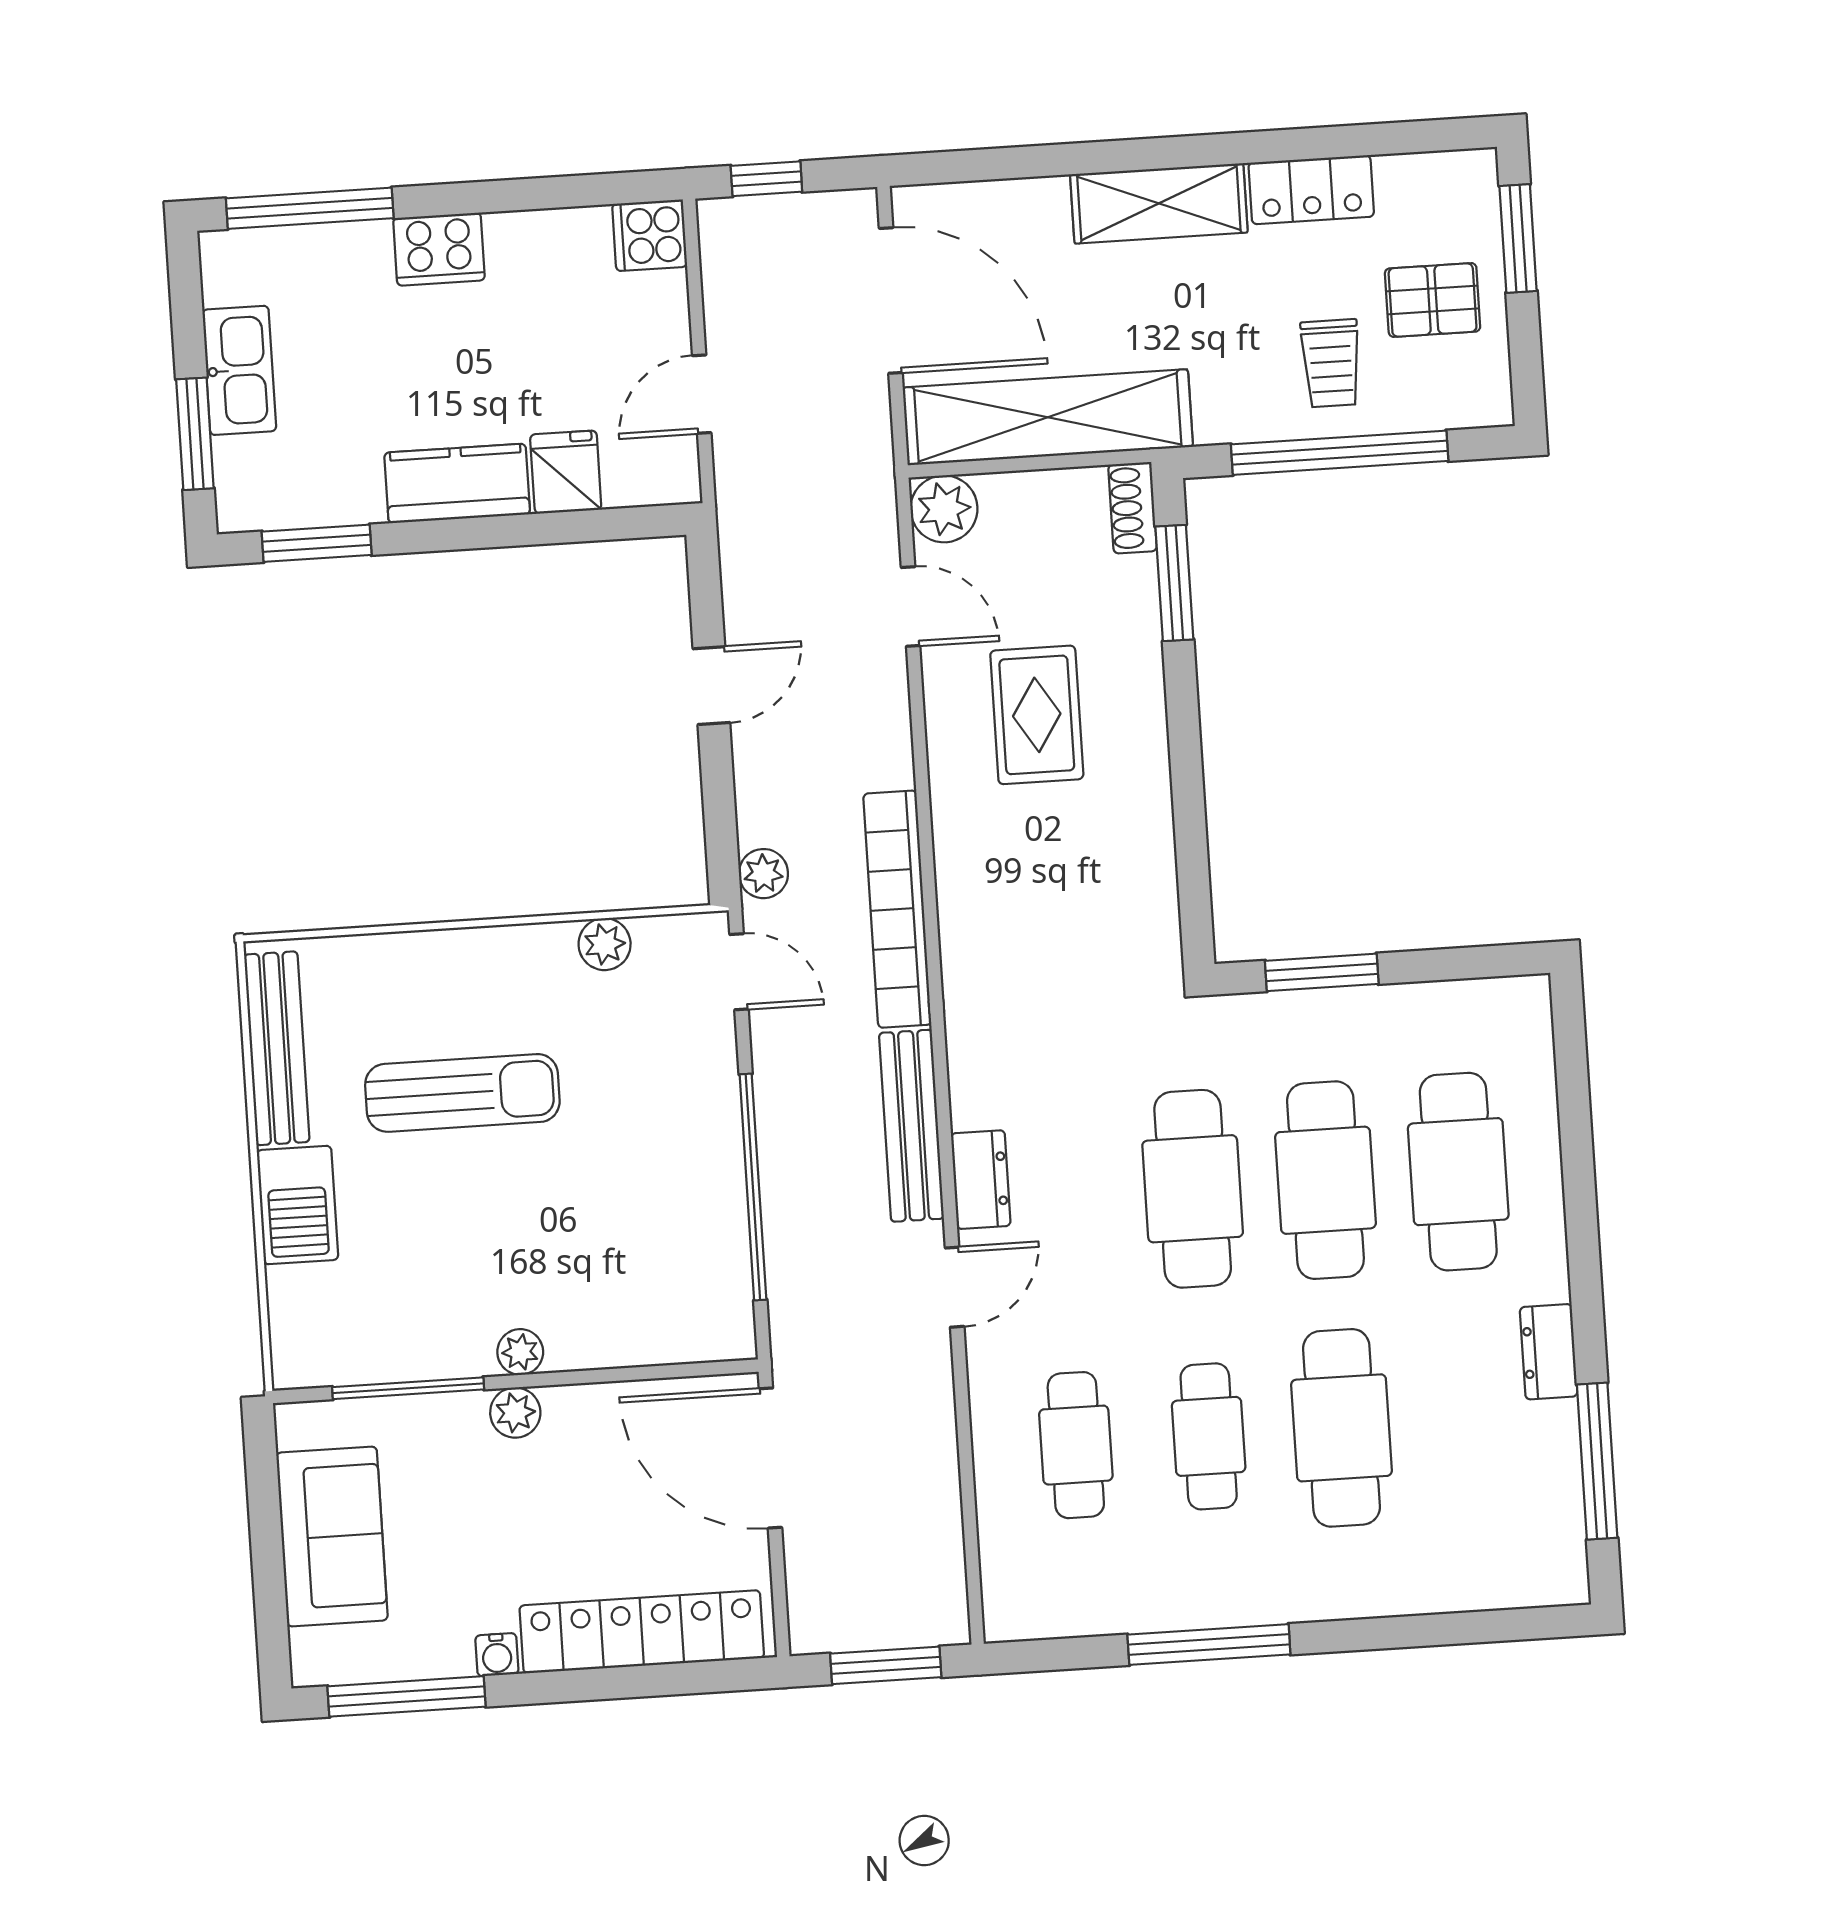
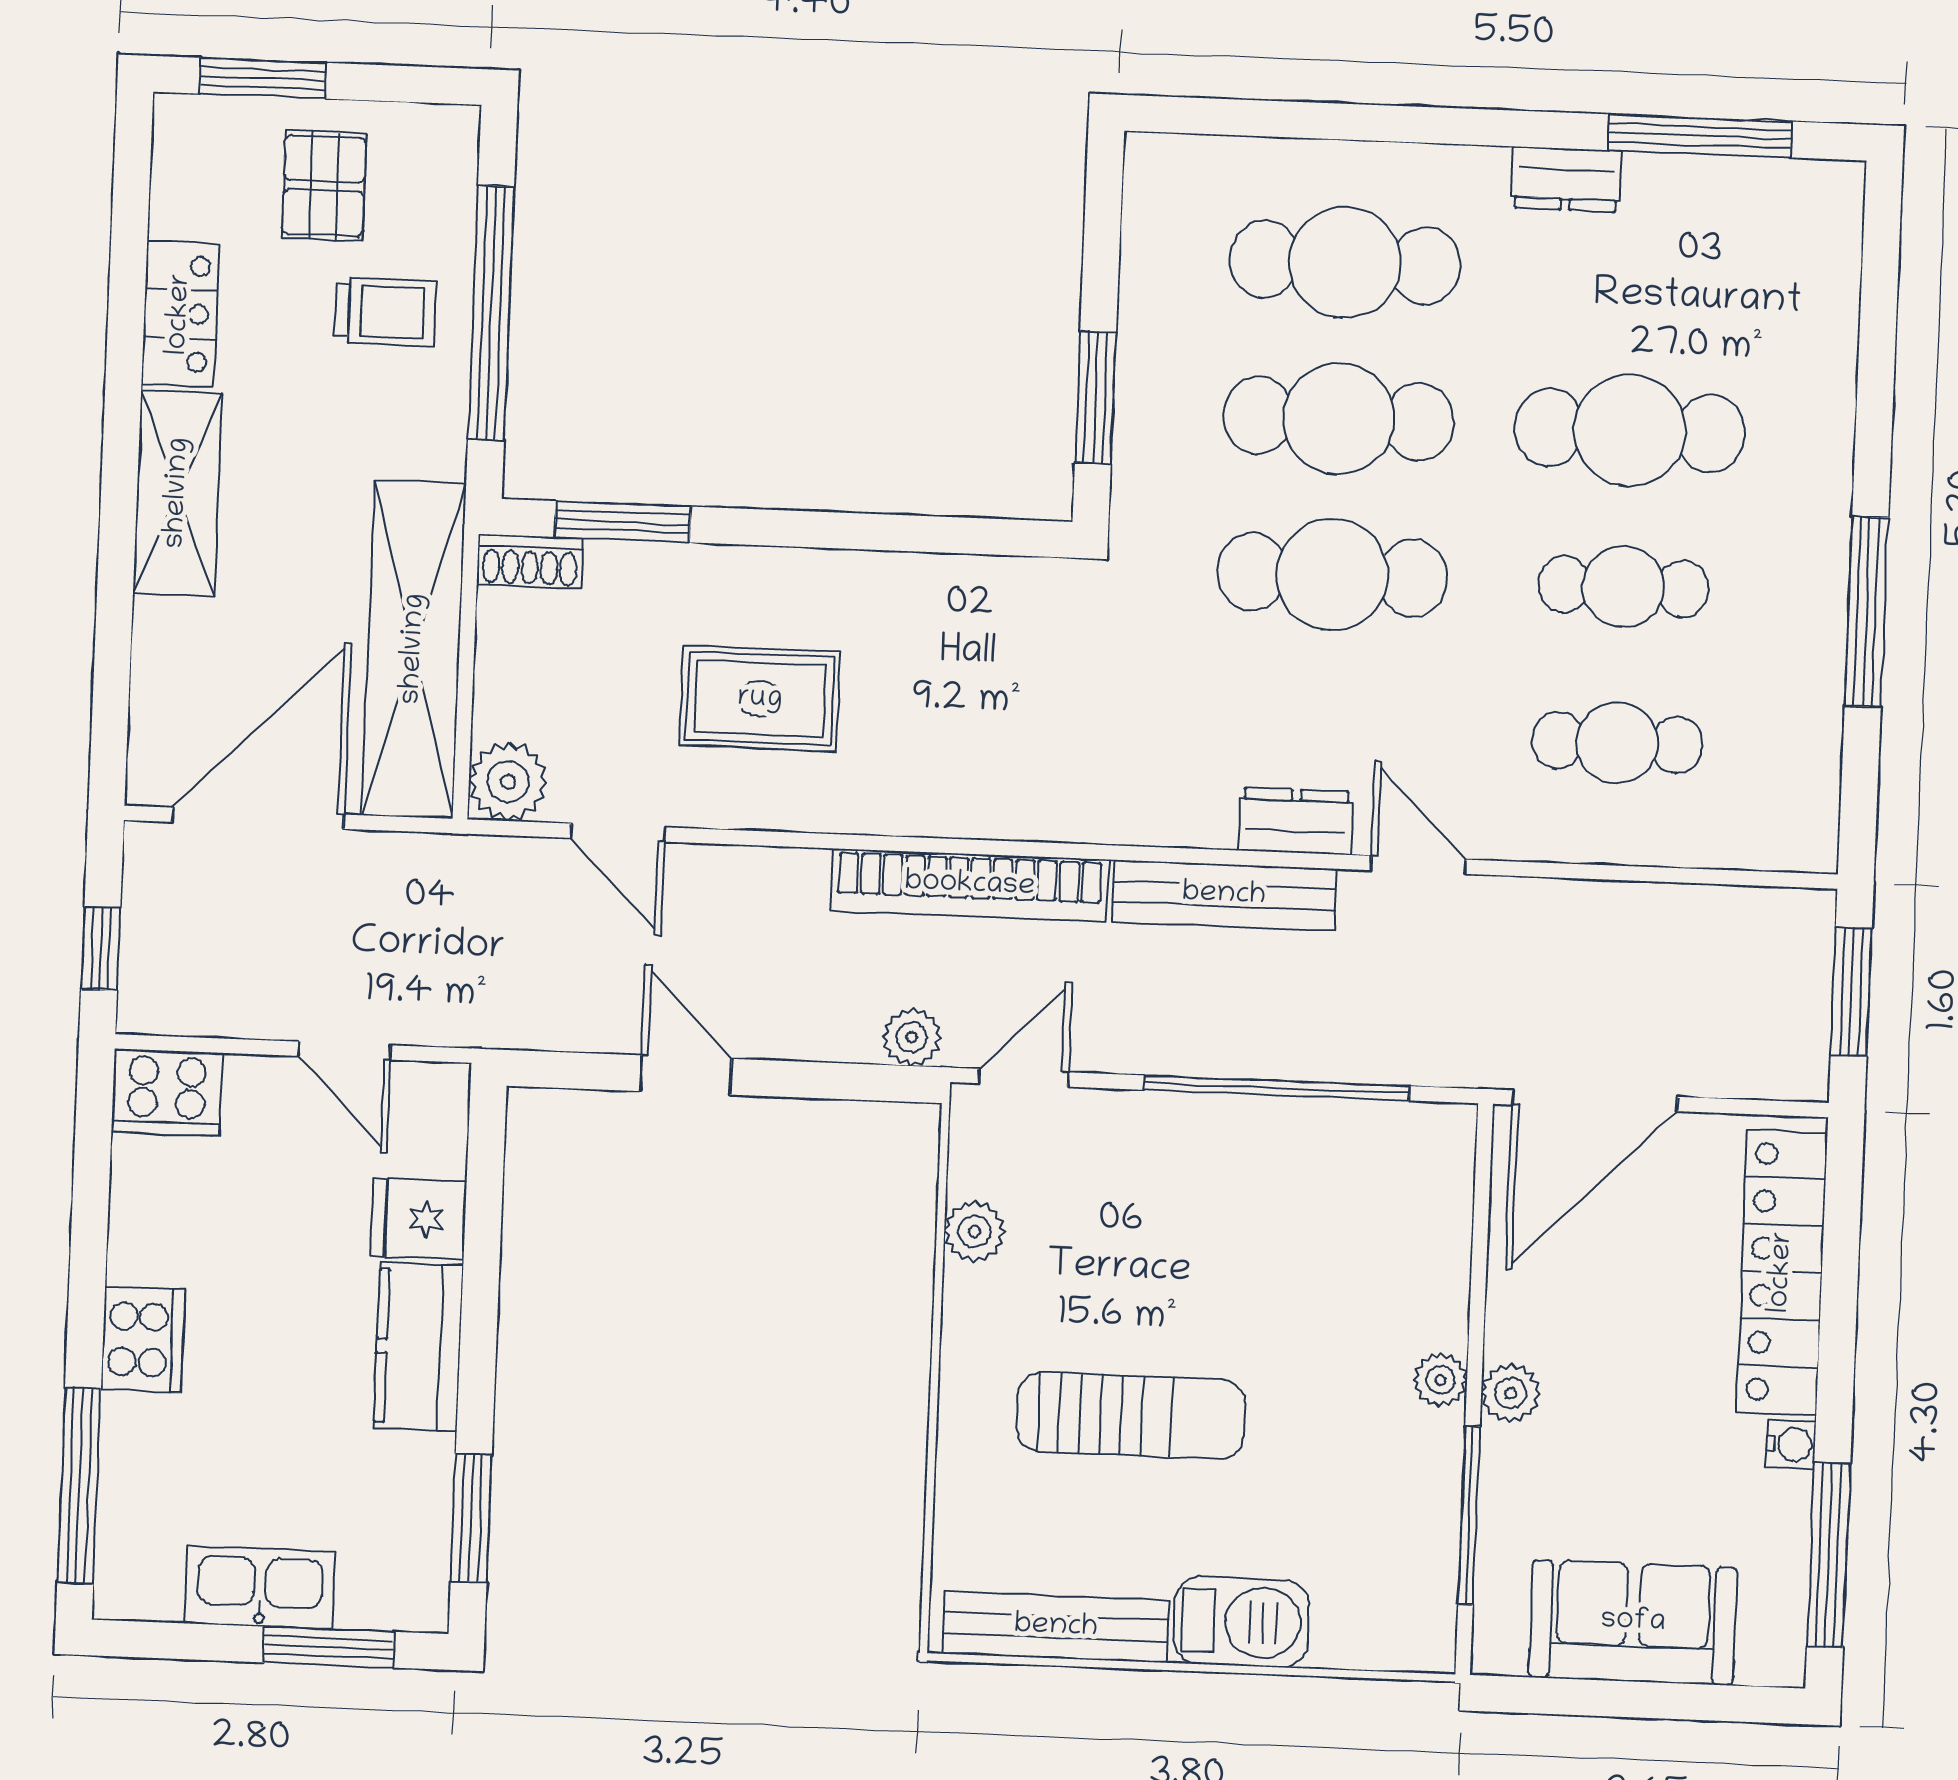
cooker: (650, 235) -> (167, 1092), width x1.36
door: (911, 607) -> (618, 833), swing flipped
sun lounger: (462, 1093) -> (1131, 1416), turned 90

